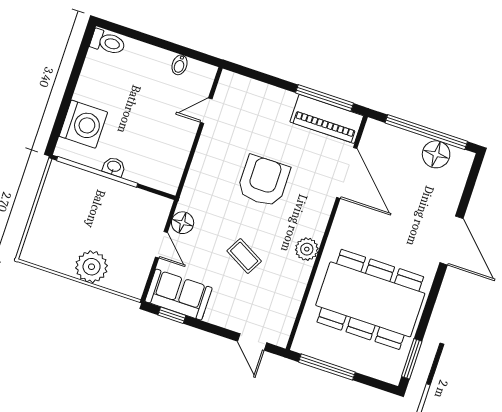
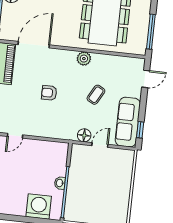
door: (206, 111) -> (15, 136), hinge flipped
armchair: (264, 181) -> (49, 93), width x0.53, depth x0.53
plant: (92, 267) -> (122, 183), removed
sofa: (179, 295) -> (128, 122), width x1.36

